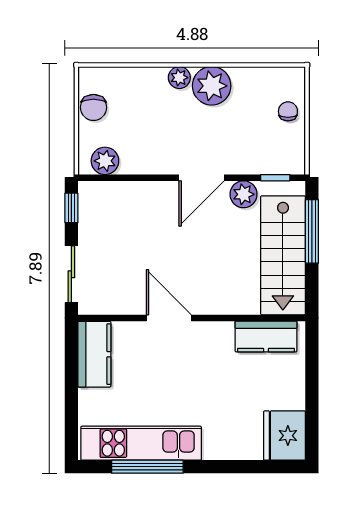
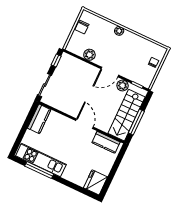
plant: (212, 86) -> (130, 40), removed
plant: (105, 161) -> (89, 55), moved
window: (312, 231) -> (136, 122), moved
door: (169, 318) -> (85, 124), moved

